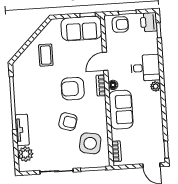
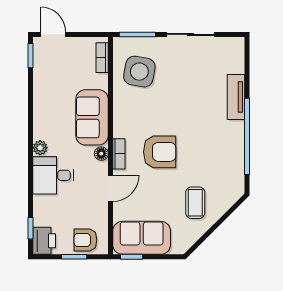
armchair: (68, 122) -> (170, 105), removed
plant: (25, 154) -> (234, 62), removed

